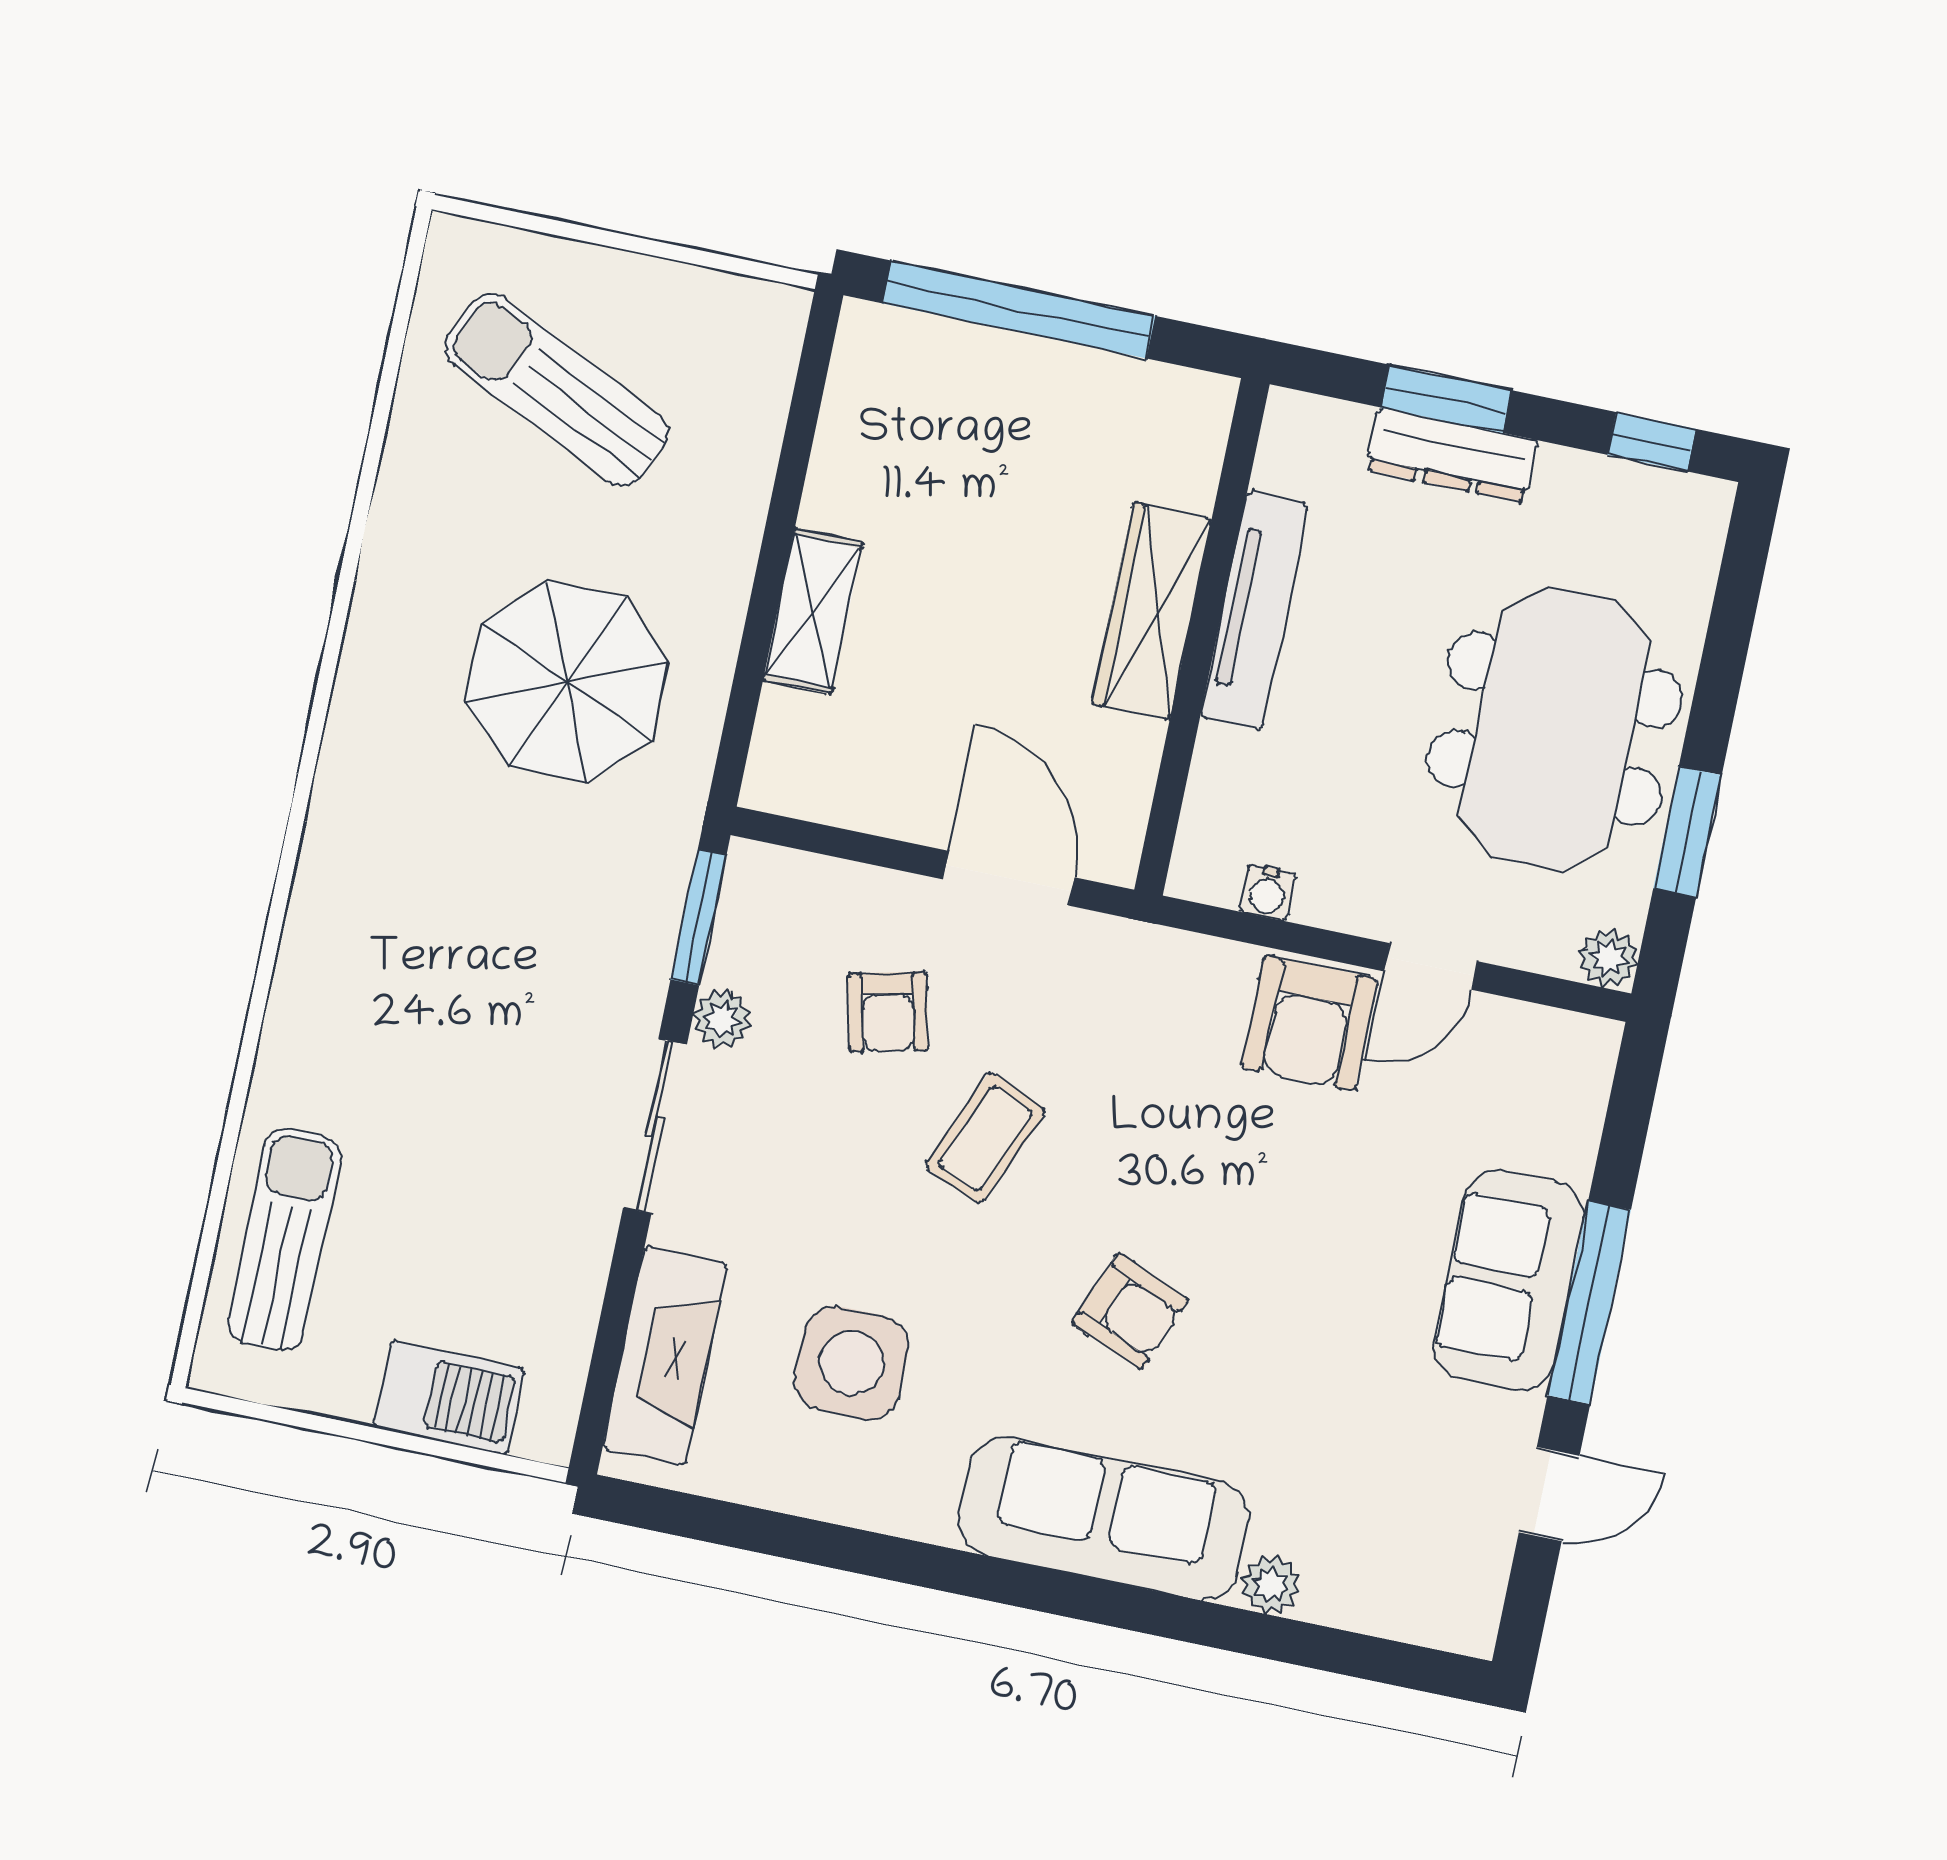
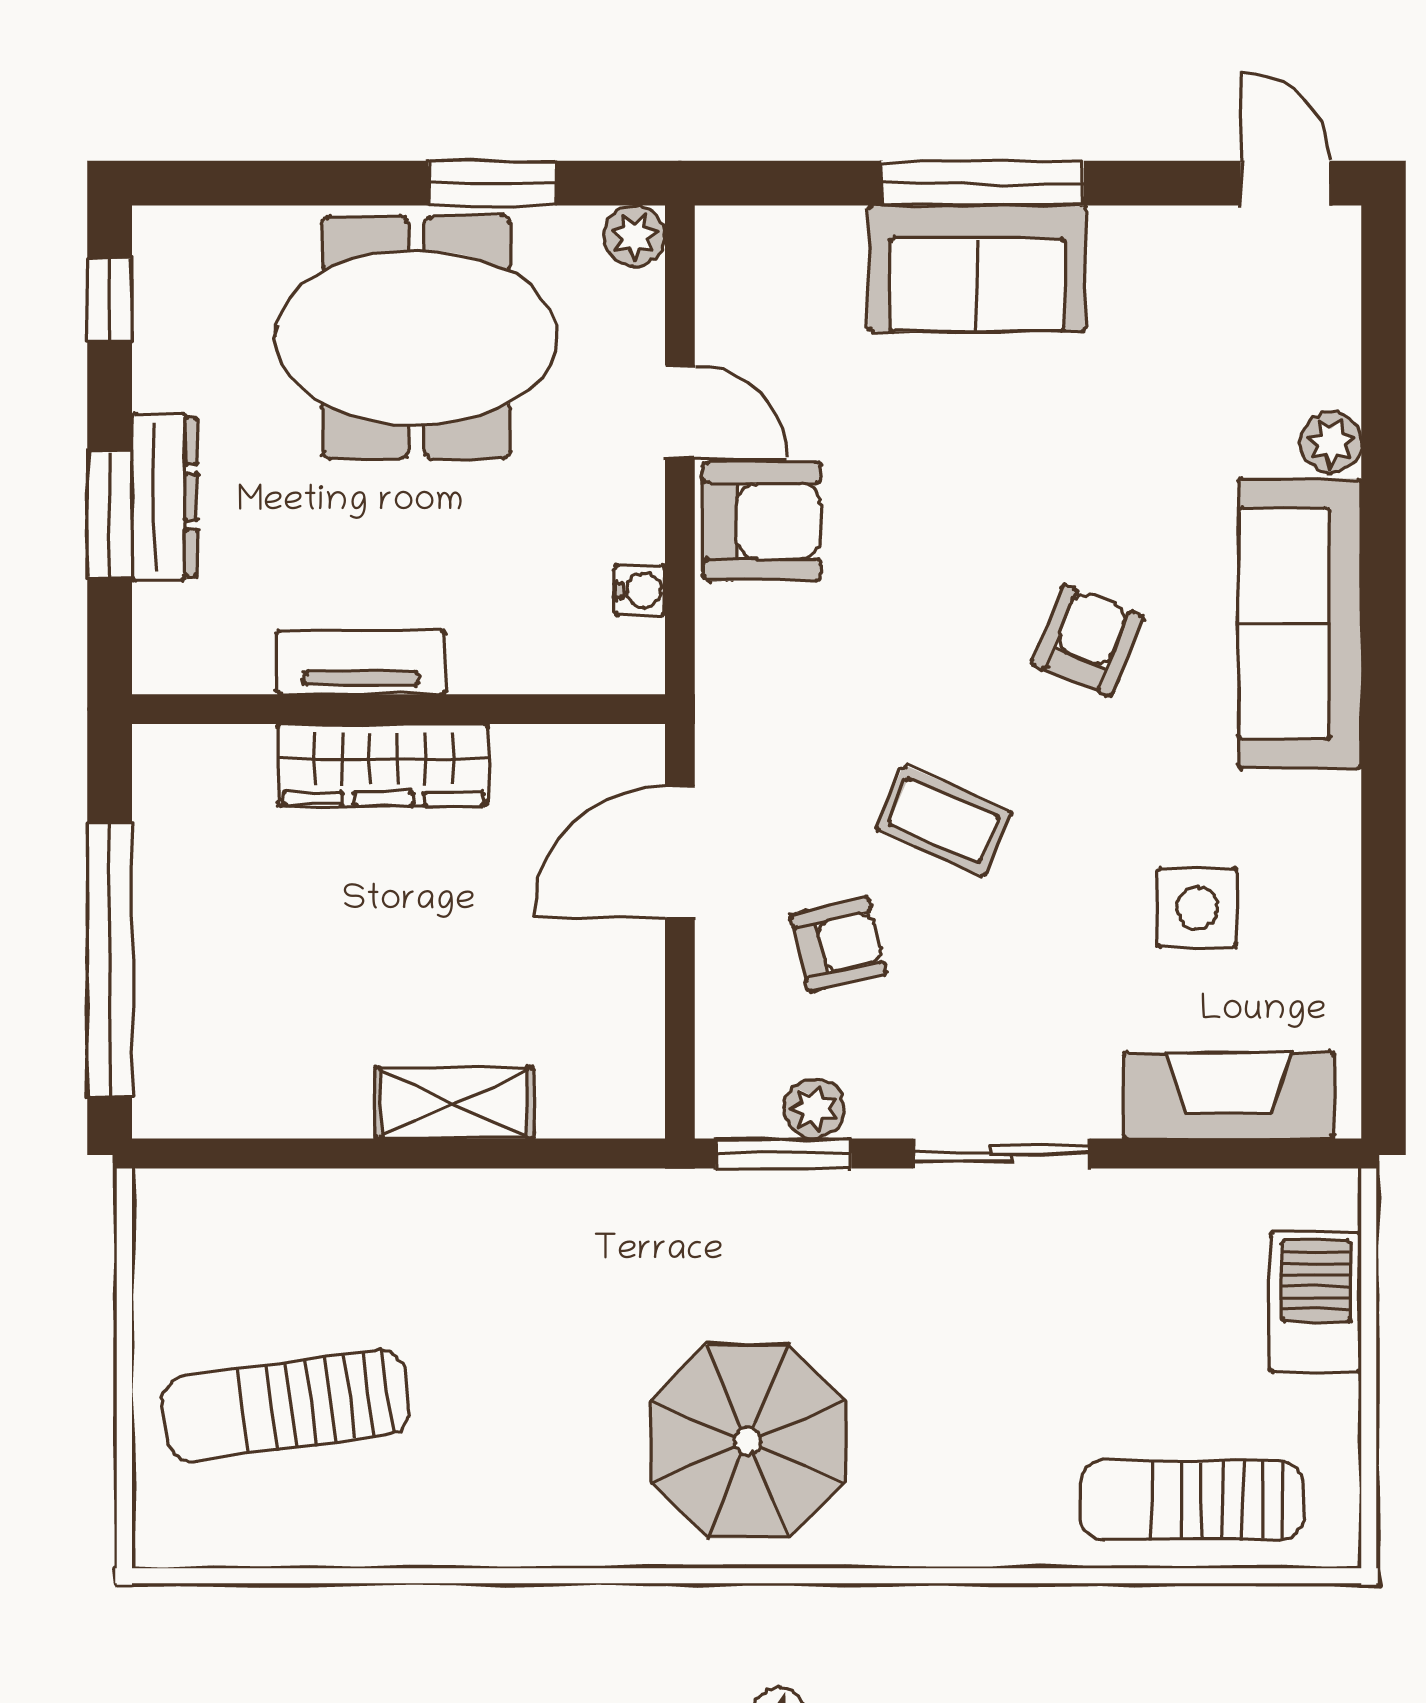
sun lounger: (557, 390) -> (286, 1405), turned 57
tv unit: (1254, 611) -> (361, 662), width x0.71
parasol: (567, 682) -> (748, 1441), moved
plant: (722, 1020) -> (814, 1108), moved
side table: (852, 1363) -> (1197, 908), width x0.73, depth x0.73
door: (1549, 1494) -> (1285, 183), moved

